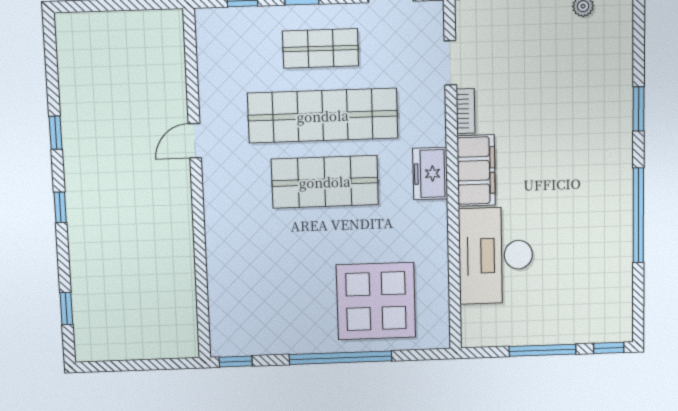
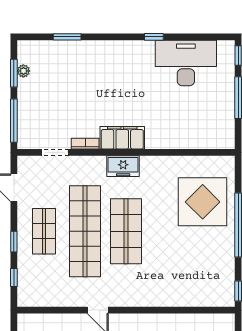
window: (639, 109) -> (67, 37), moved
window: (638, 215) -> (154, 37), width x0.32
desk: (496, 255) -> (186, 63), moved, turned 180

